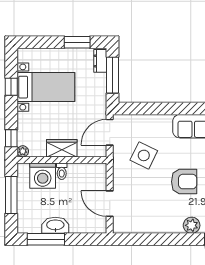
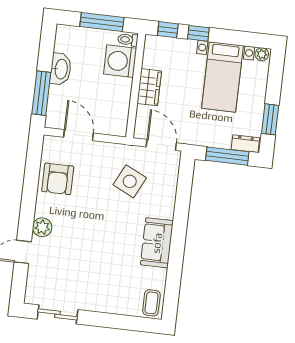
window: (11, 87) -> (198, 33), moved
plant: (23, 151) -> (262, 54), moved
toilet: (62, 171) -> (128, 40), moved
armchair: (184, 182) -> (58, 179), moved
door: (110, 204) -> (78, 135), hinge flipped
window: (46, 239) -> (41, 93), moved

